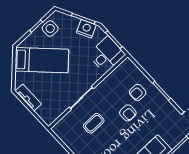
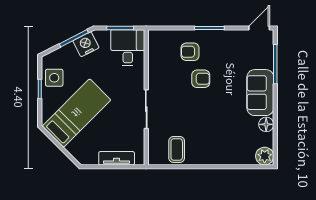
armchair: (138, 92) -> (190, 52), turned 90
tv unit: (28, 97) -> (117, 158), moved
coffee table: (94, 123) -> (177, 149), moved

